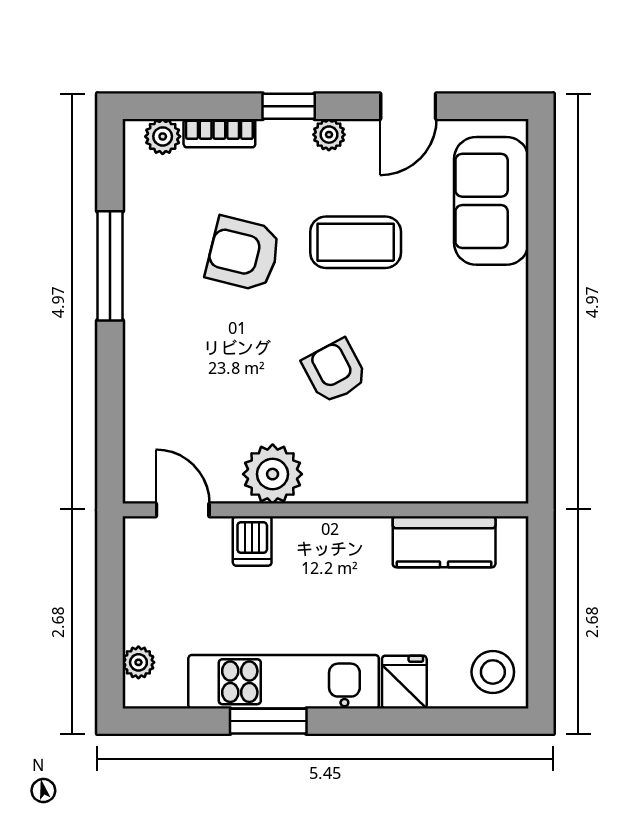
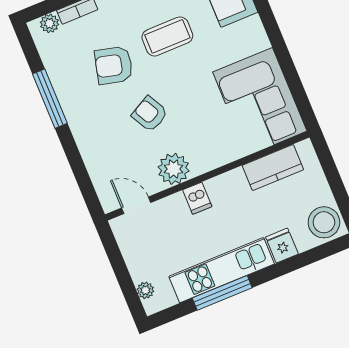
armchair: (335, 371) -> (150, 114), moved
corner sofa: (468, 419) -> (260, 102), added
dishwasher: (252, 541) -> (197, 198), moved
stool: (493, 672) -> (324, 222), width x1.38, depth x1.38
window: (268, 721) -> (222, 293), width x1.44

